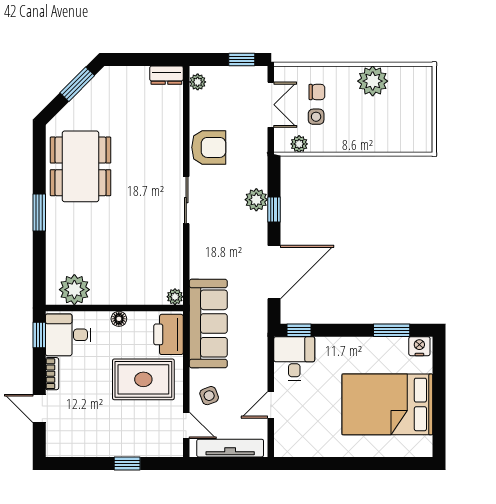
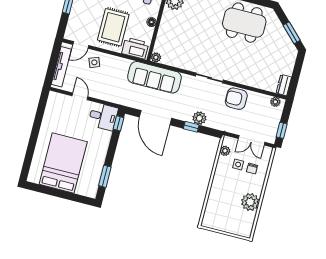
armchair: (209, 147) -> (236, 99), turned 90
sofa: (208, 324) -> (154, 77), moved
nightstand: (419, 346) -> (92, 190), removed

